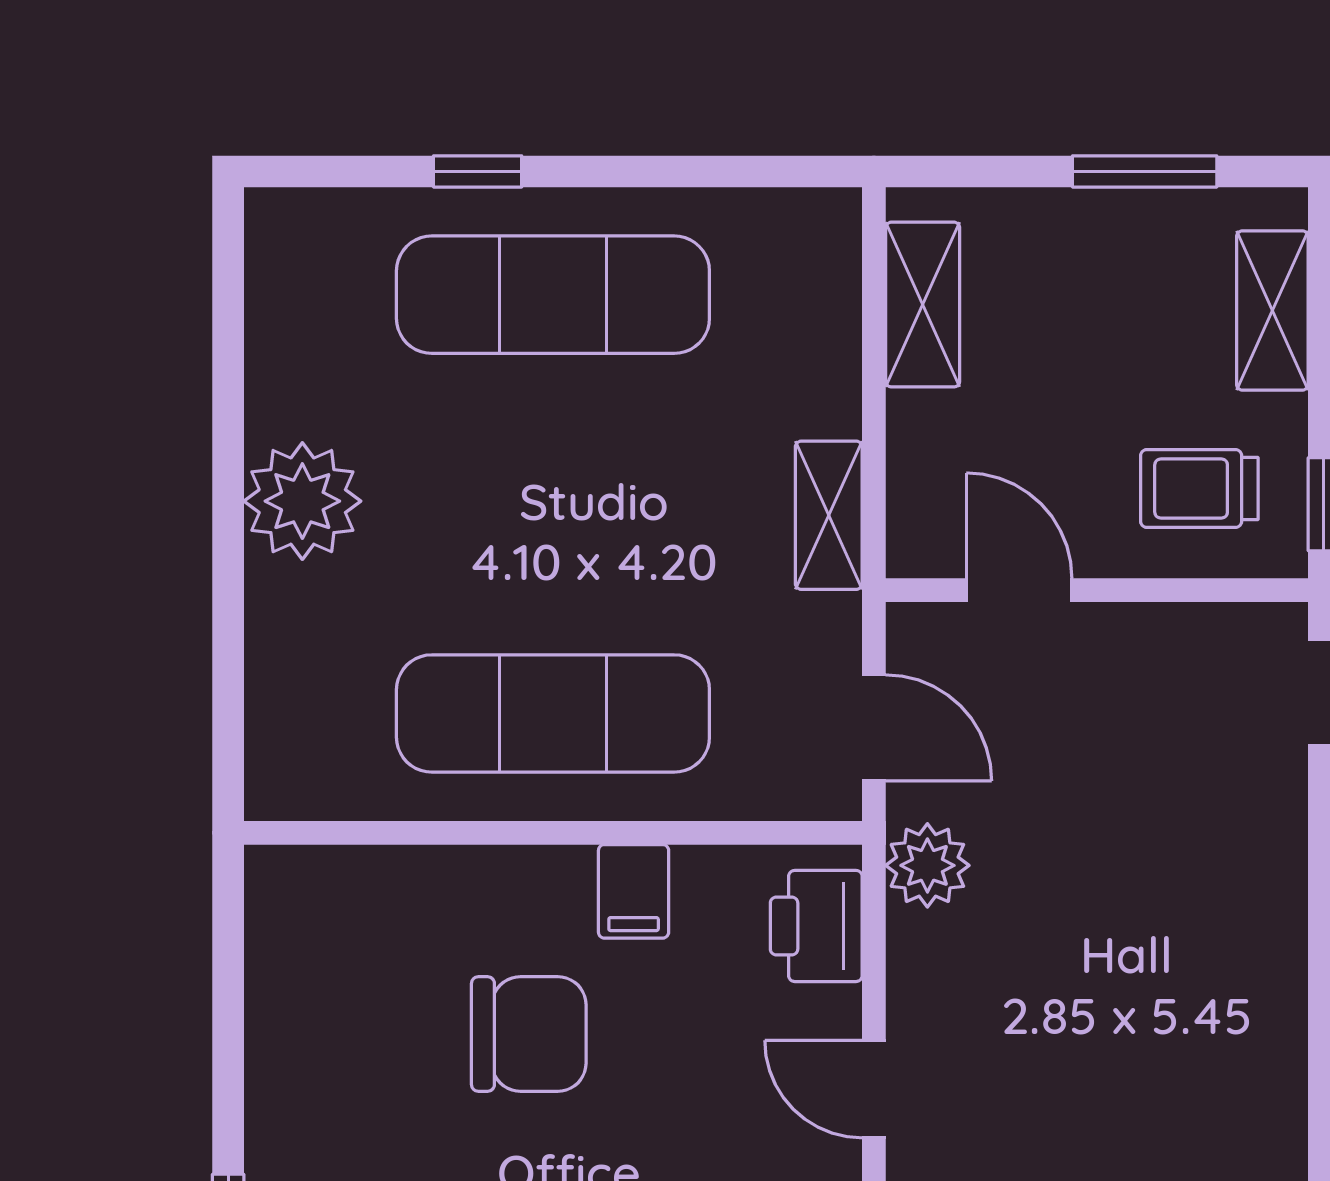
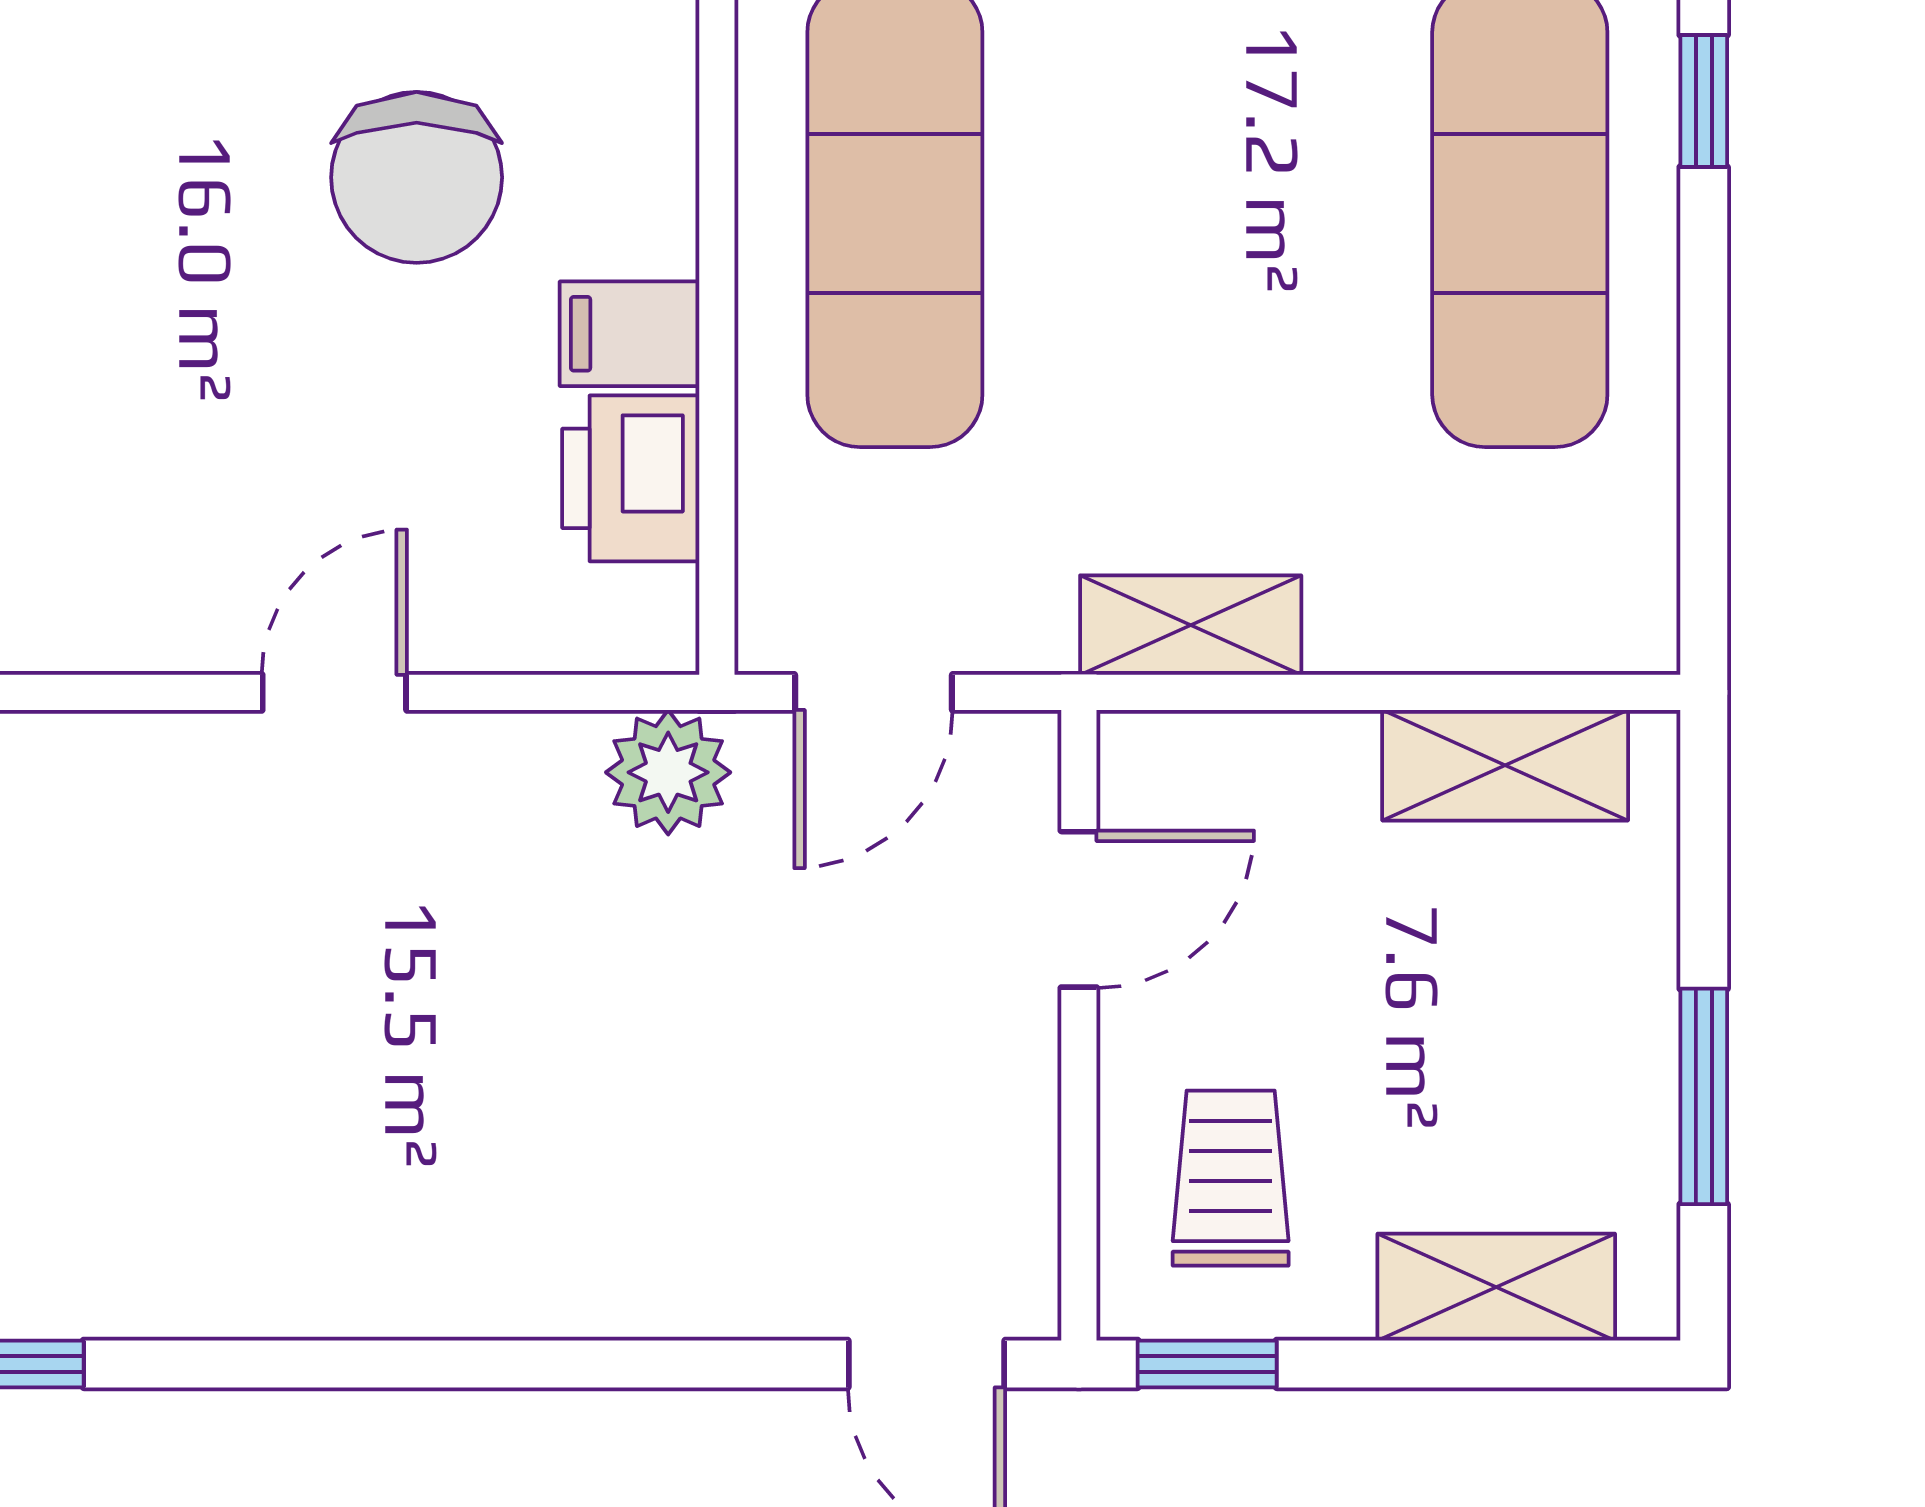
printer: (816, 926) -> (631, 478), moved, turned -90

